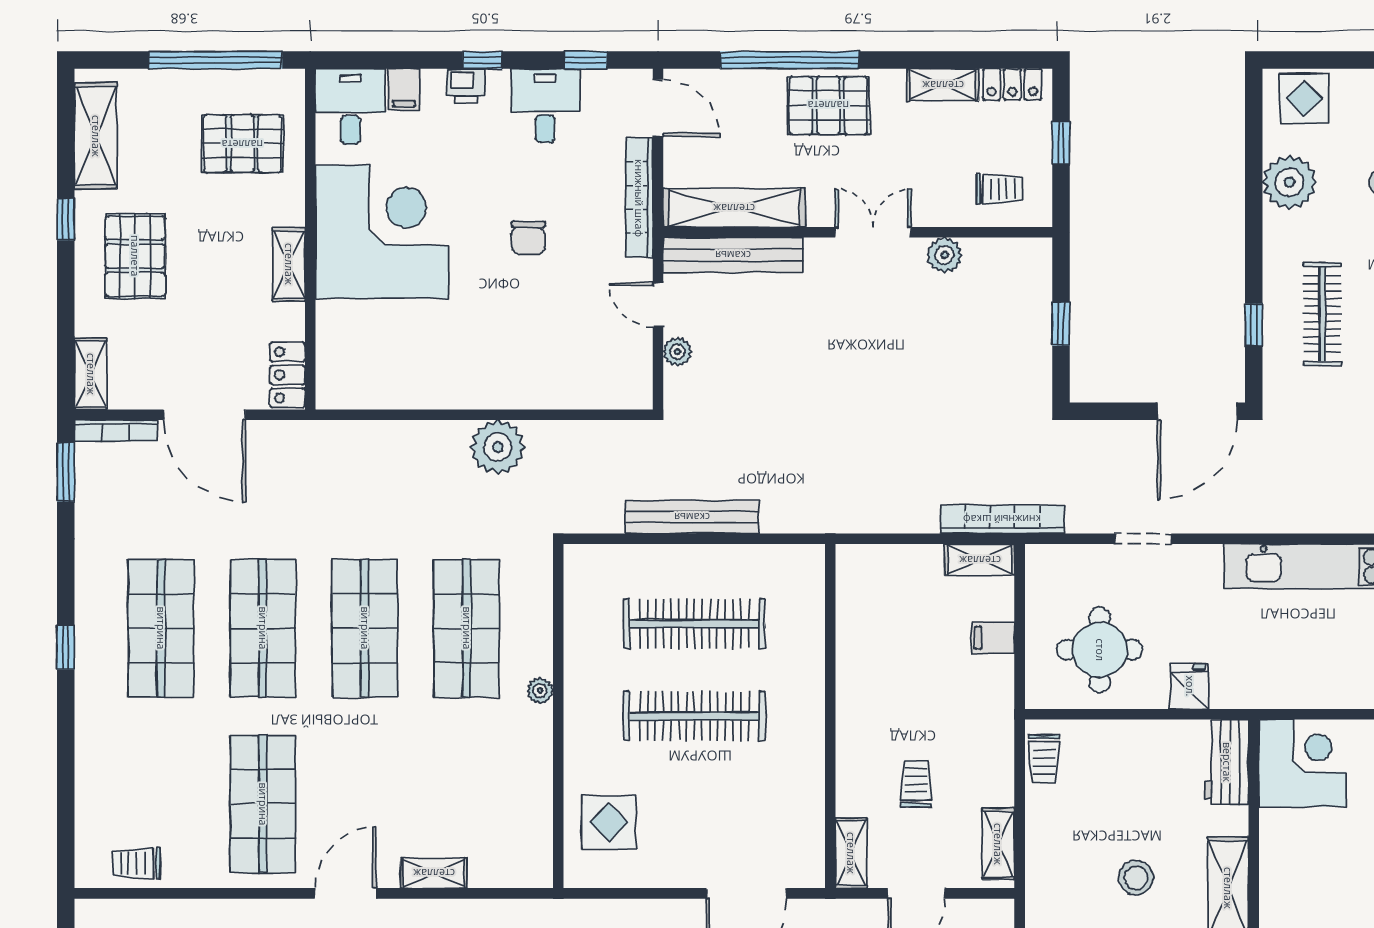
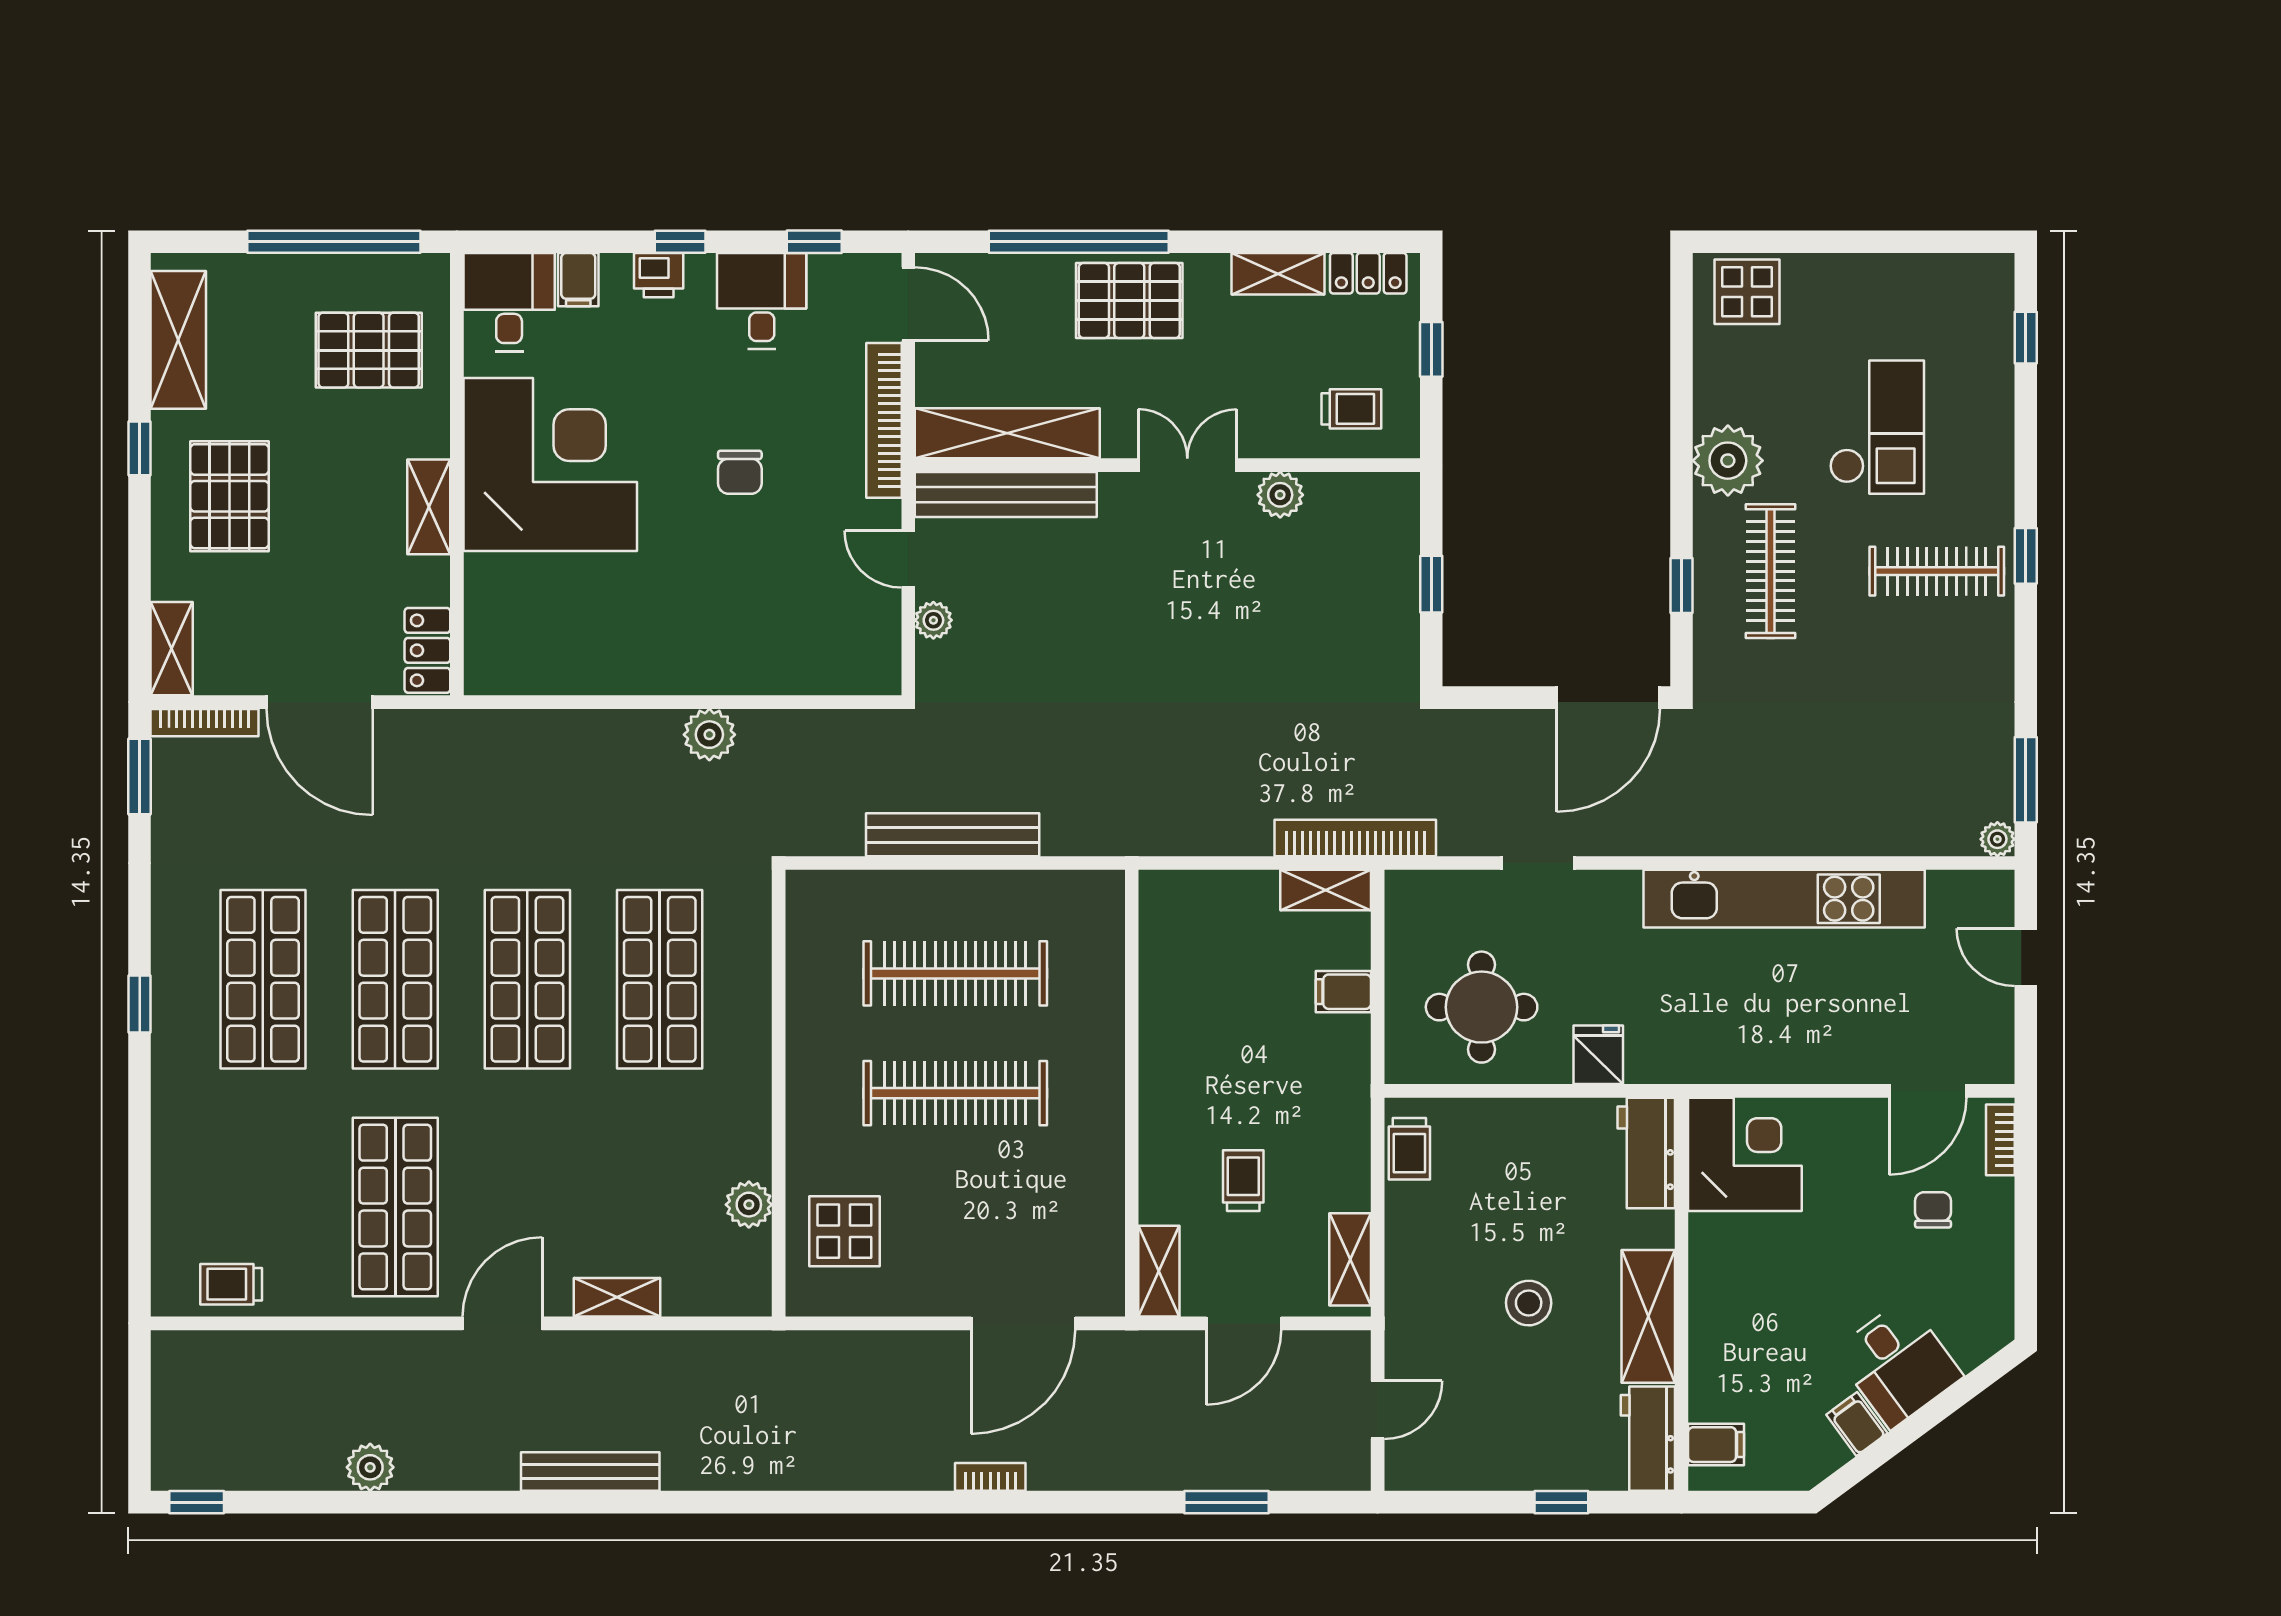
plant: (1289, 182) -> (1728, 461), moved
plant: (498, 447) -> (709, 735), width x0.73, depth x0.73
plant: (540, 690) -> (749, 1205), moved, width x1.38, depth x1.38

